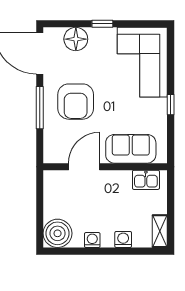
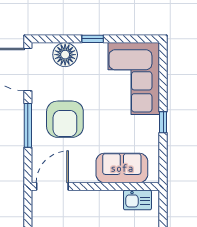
door: (84, 167) -> (52, 186), moved

